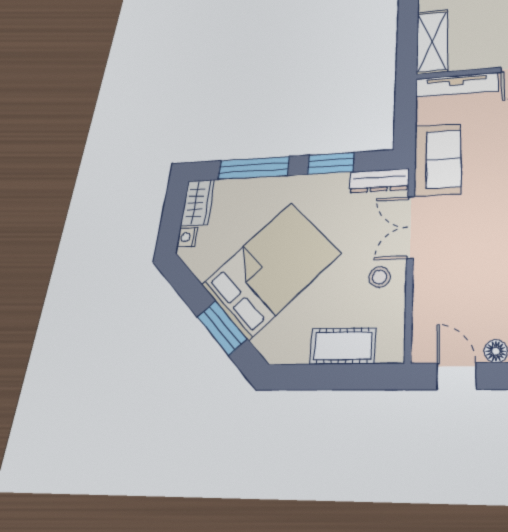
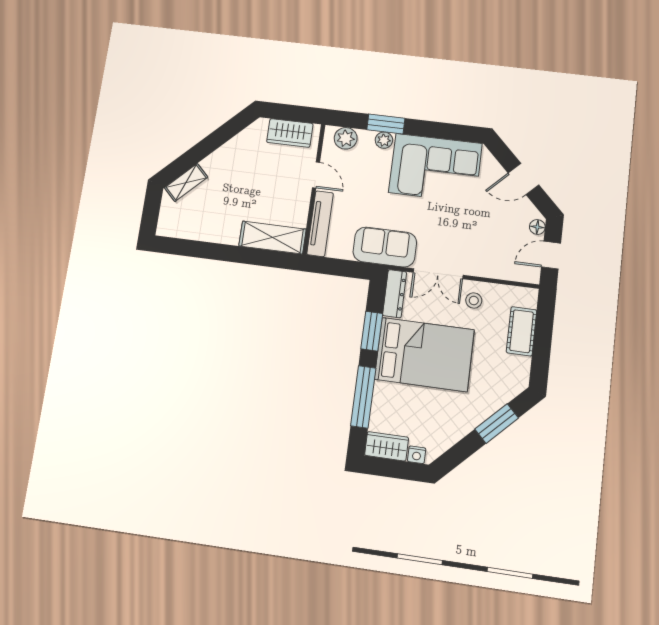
bed: (271, 269) -> (424, 354), moved, turned 135

